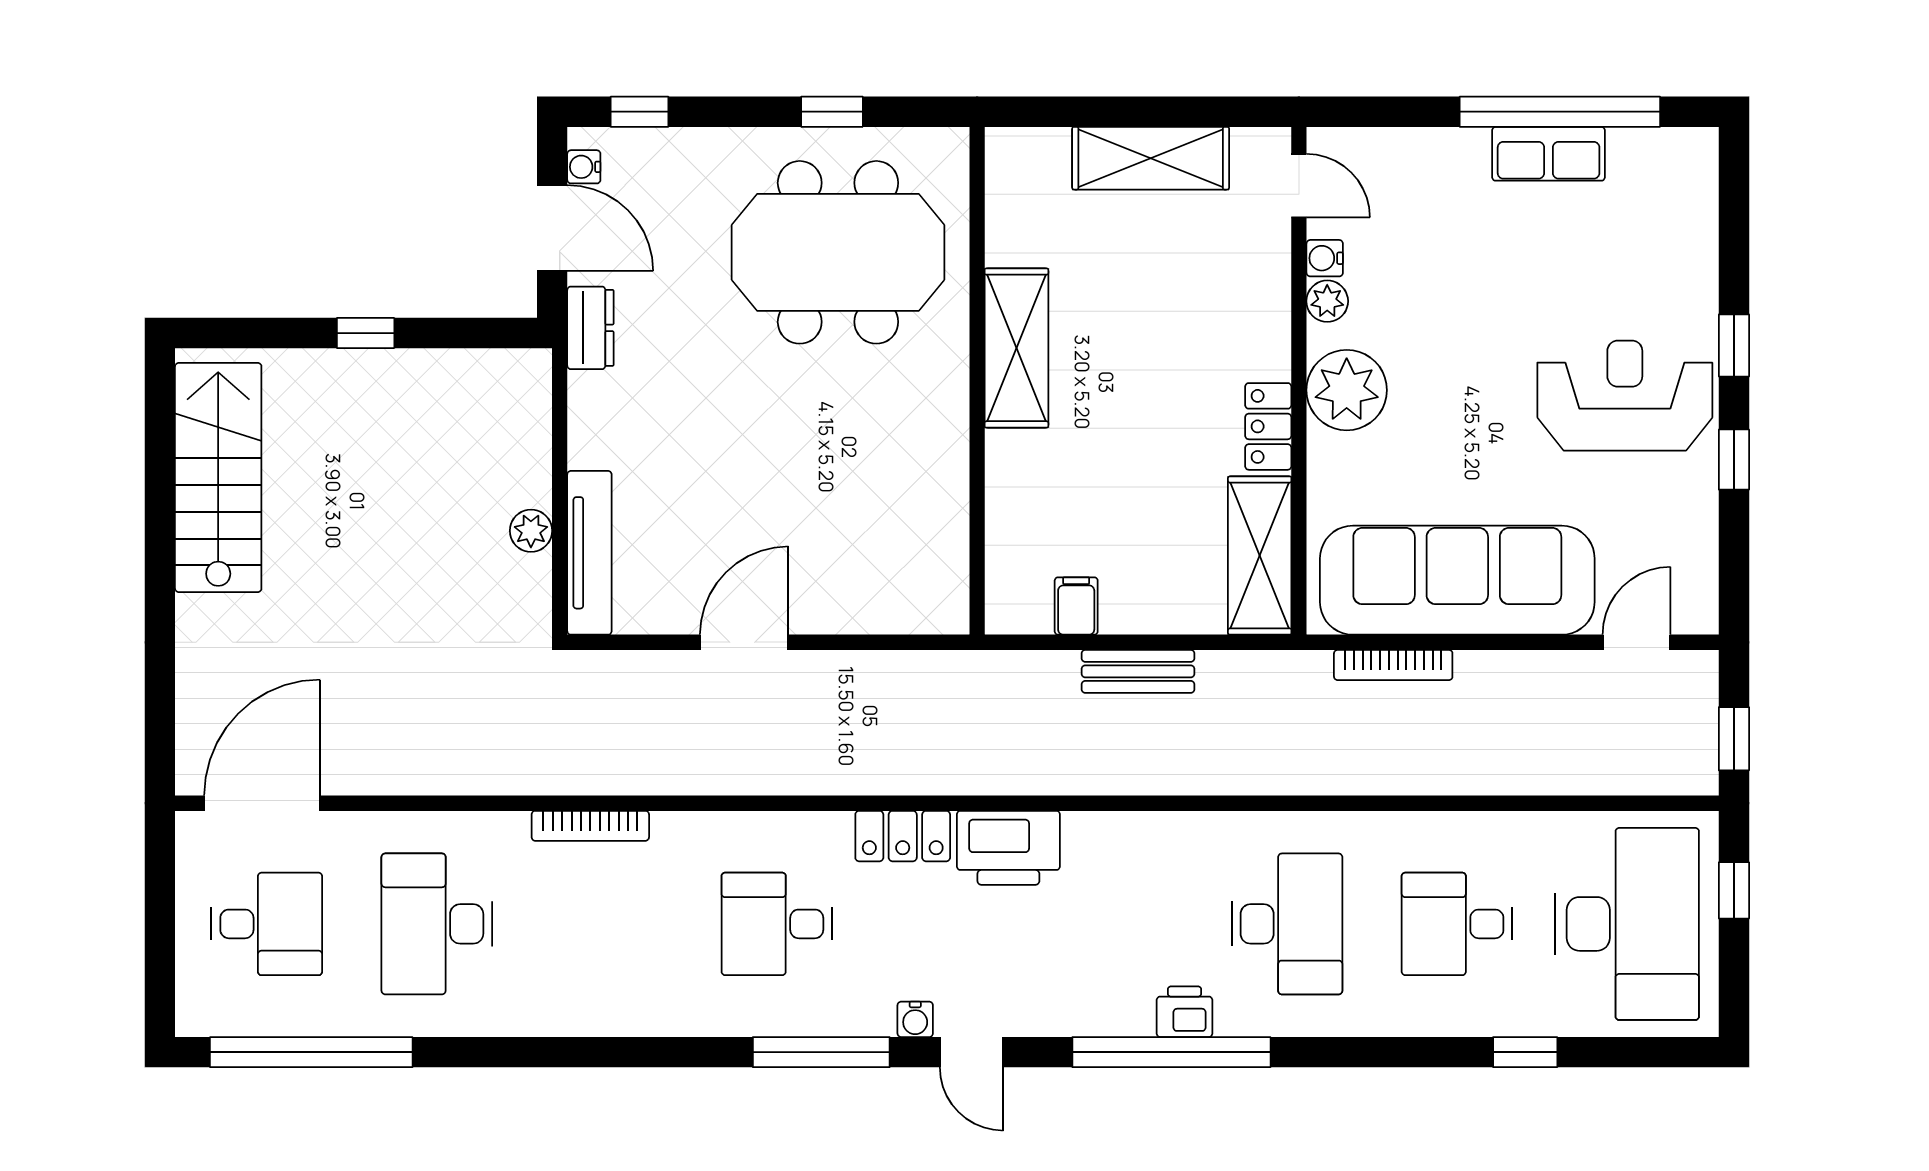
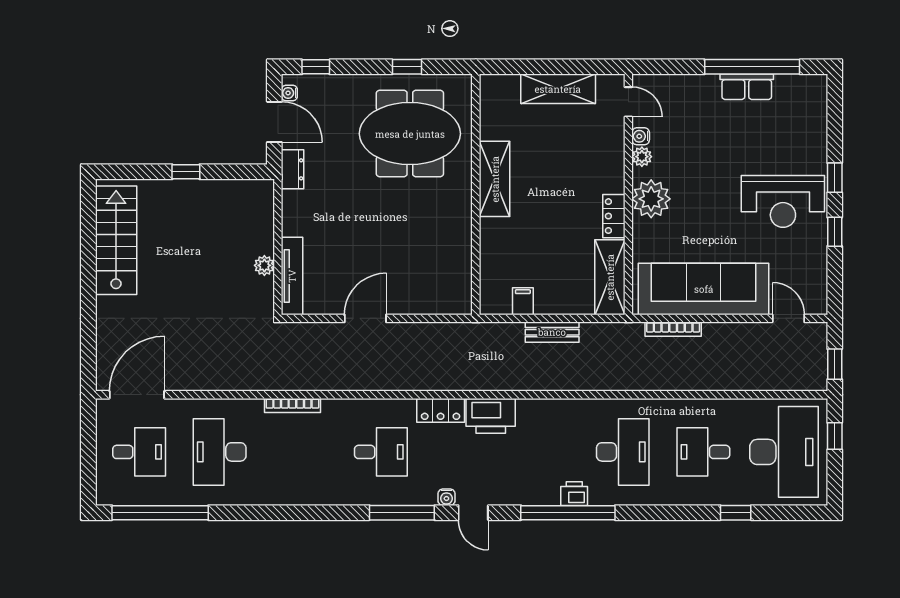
reception desk: (1625, 396) -> (783, 201), turned 180
door: (1636, 642) -> (788, 318), hinge flipped
desk: (777, 924) -> (381, 452), turned 180

